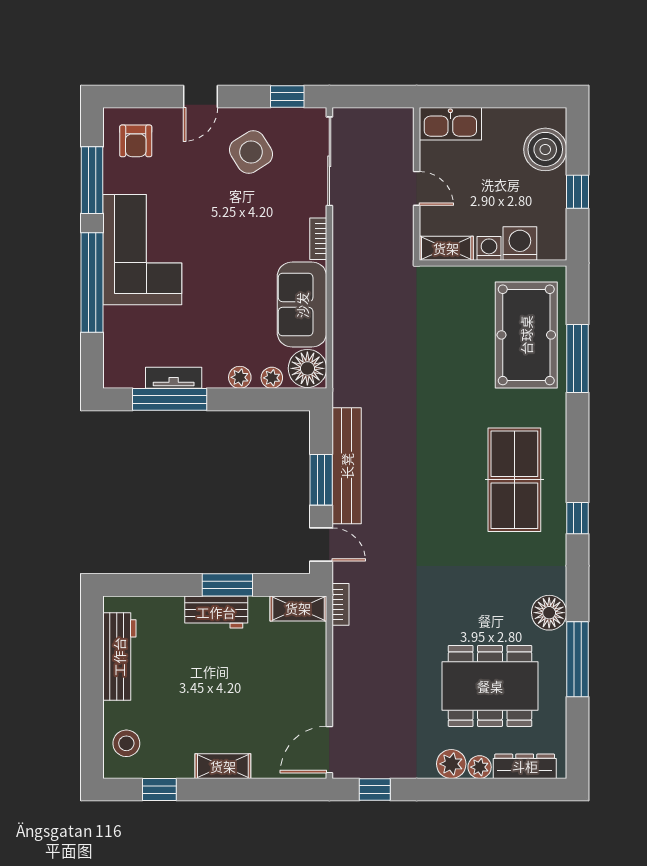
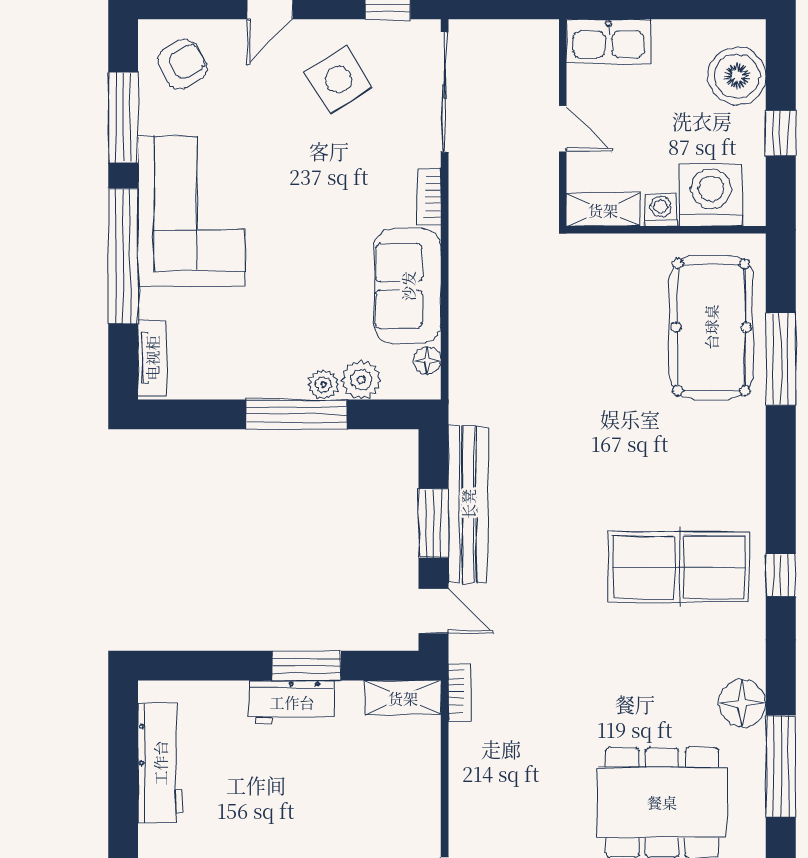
armchair: (136, 141) -> (182, 64), turned -120
washing machine: (520, 243) -> (711, 195), width x1.37, depth x1.37
floor lamp: (307, 368) -> (427, 360), width x0.53, depth x0.53
tv unit: (174, 378) -> (152, 358), moved, turned 90
plant: (272, 378) -> (361, 380), width x1.38, depth x1.38
window: (170, 399) -> (297, 414), moved
table tennis table: (514, 480) -> (679, 567), moved, turned 90

